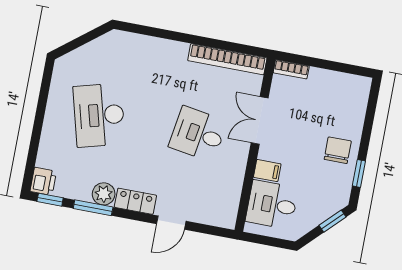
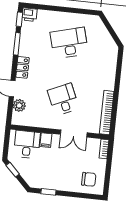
double door: (260, 120) -> (74, 134), swing flipped
desk: (198, 134) -> (63, 99), turned -33
chair: (338, 150) -> (89, 179), moved
plant: (104, 194) -> (19, 105), moved
window: (333, 221) -> (13, 170), moved

